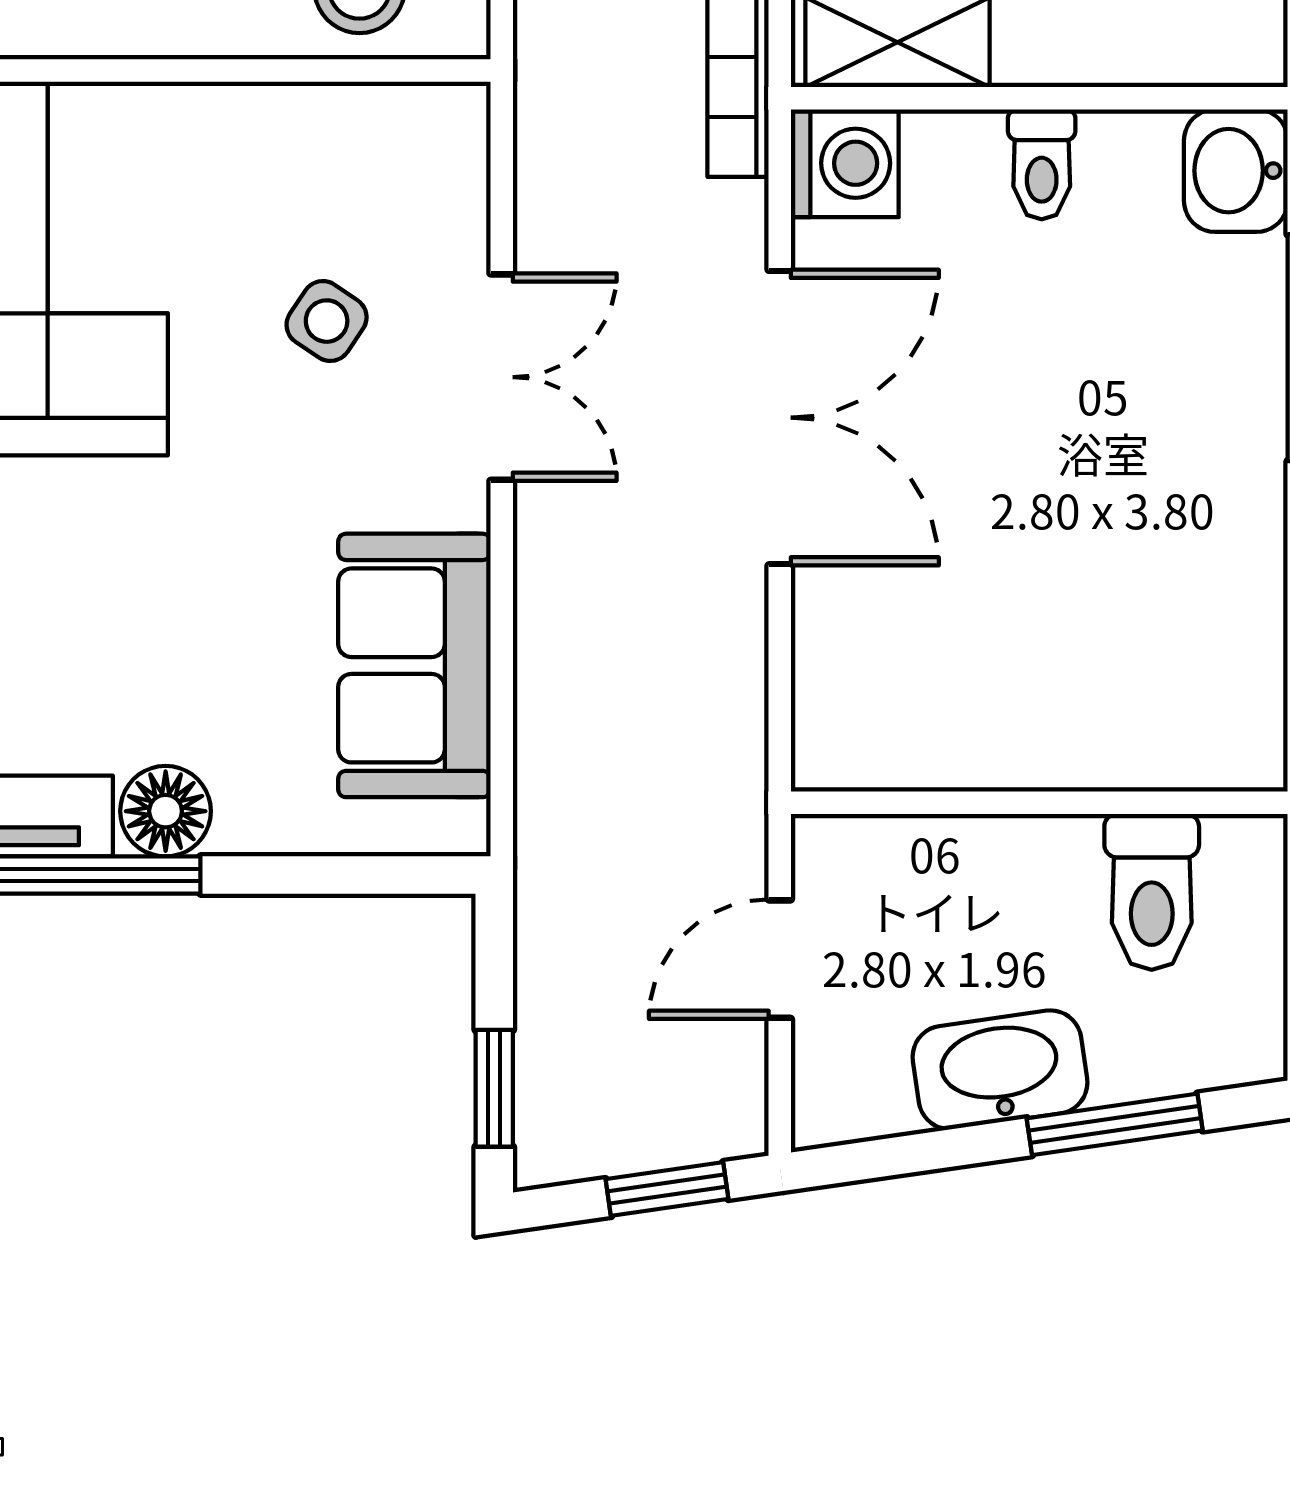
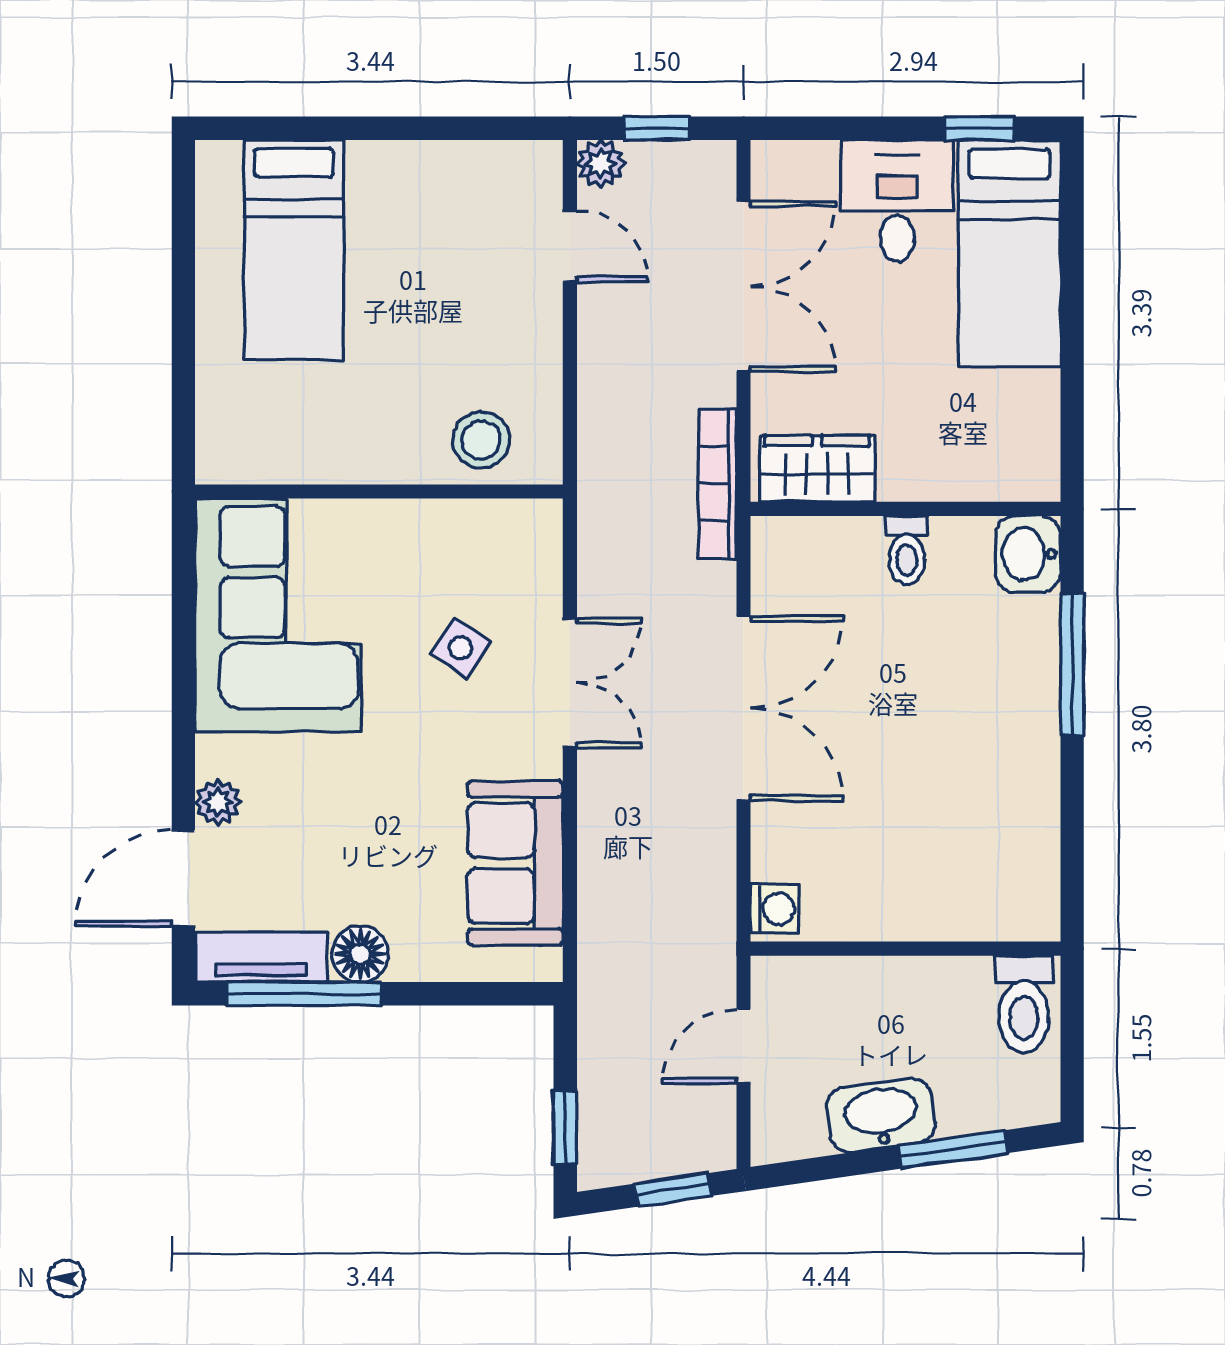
washing machine: (845, 163) -> (775, 909), moved, width x0.73, depth x0.73
toilet: (1152, 892) -> (1024, 1004), moved

